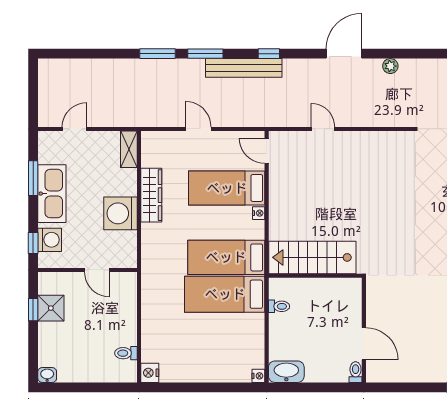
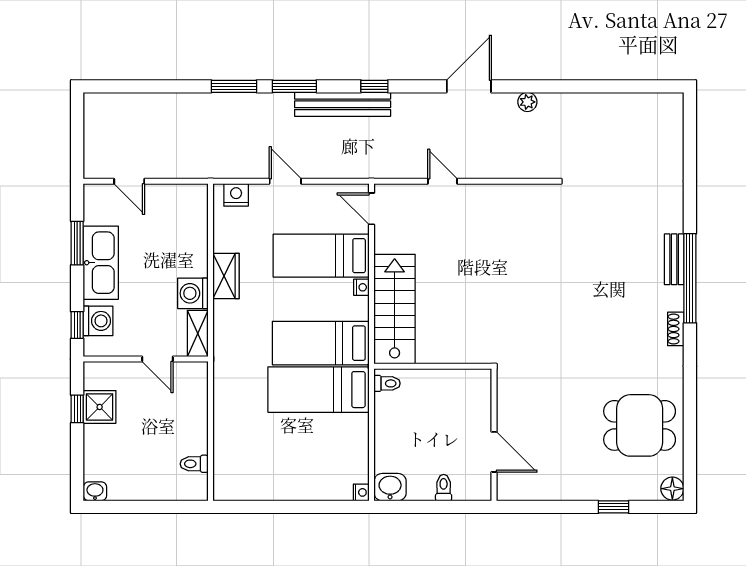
door: (74, 129) -> (129, 181), swing flipped
shelving: (129, 149) -> (198, 334), moved
wardrobe: (151, 195) -> (226, 276), width x0.67
washing machine: (120, 213) -> (193, 293), width x0.73, depth x0.73
stairs: (312, 257) -> (395, 309), moved, turned 90
toilet: (279, 306) -> (387, 383), moved
washbasin: (286, 372) -> (390, 487), width x0.72
toilet: (356, 372) -> (444, 488), moved
nightstand: (150, 373) -> (236, 195), moved, turned 90

